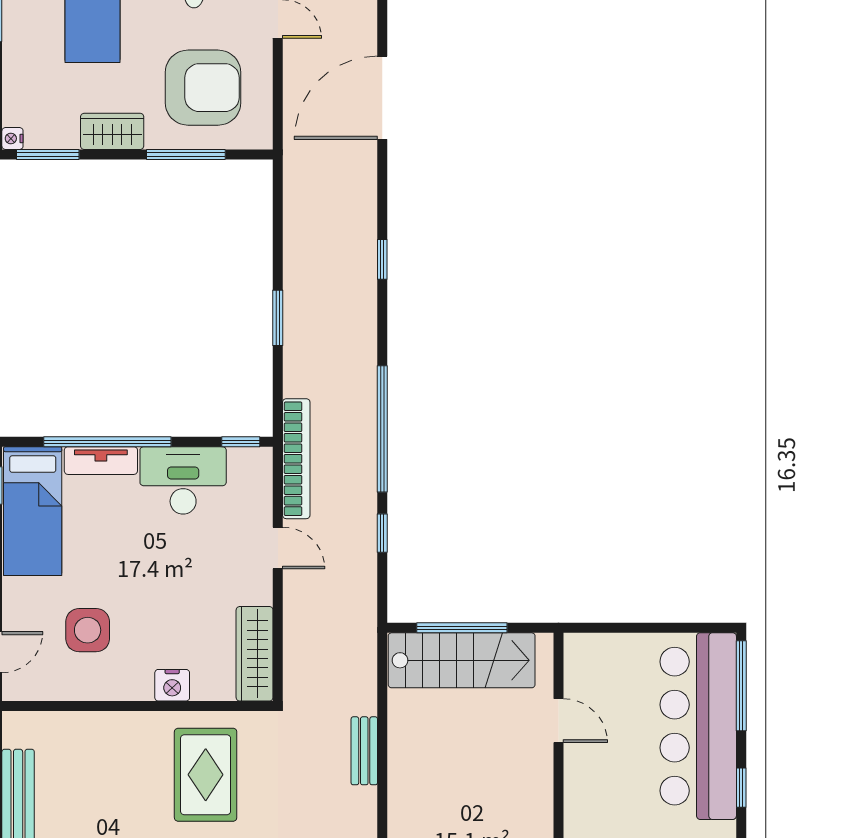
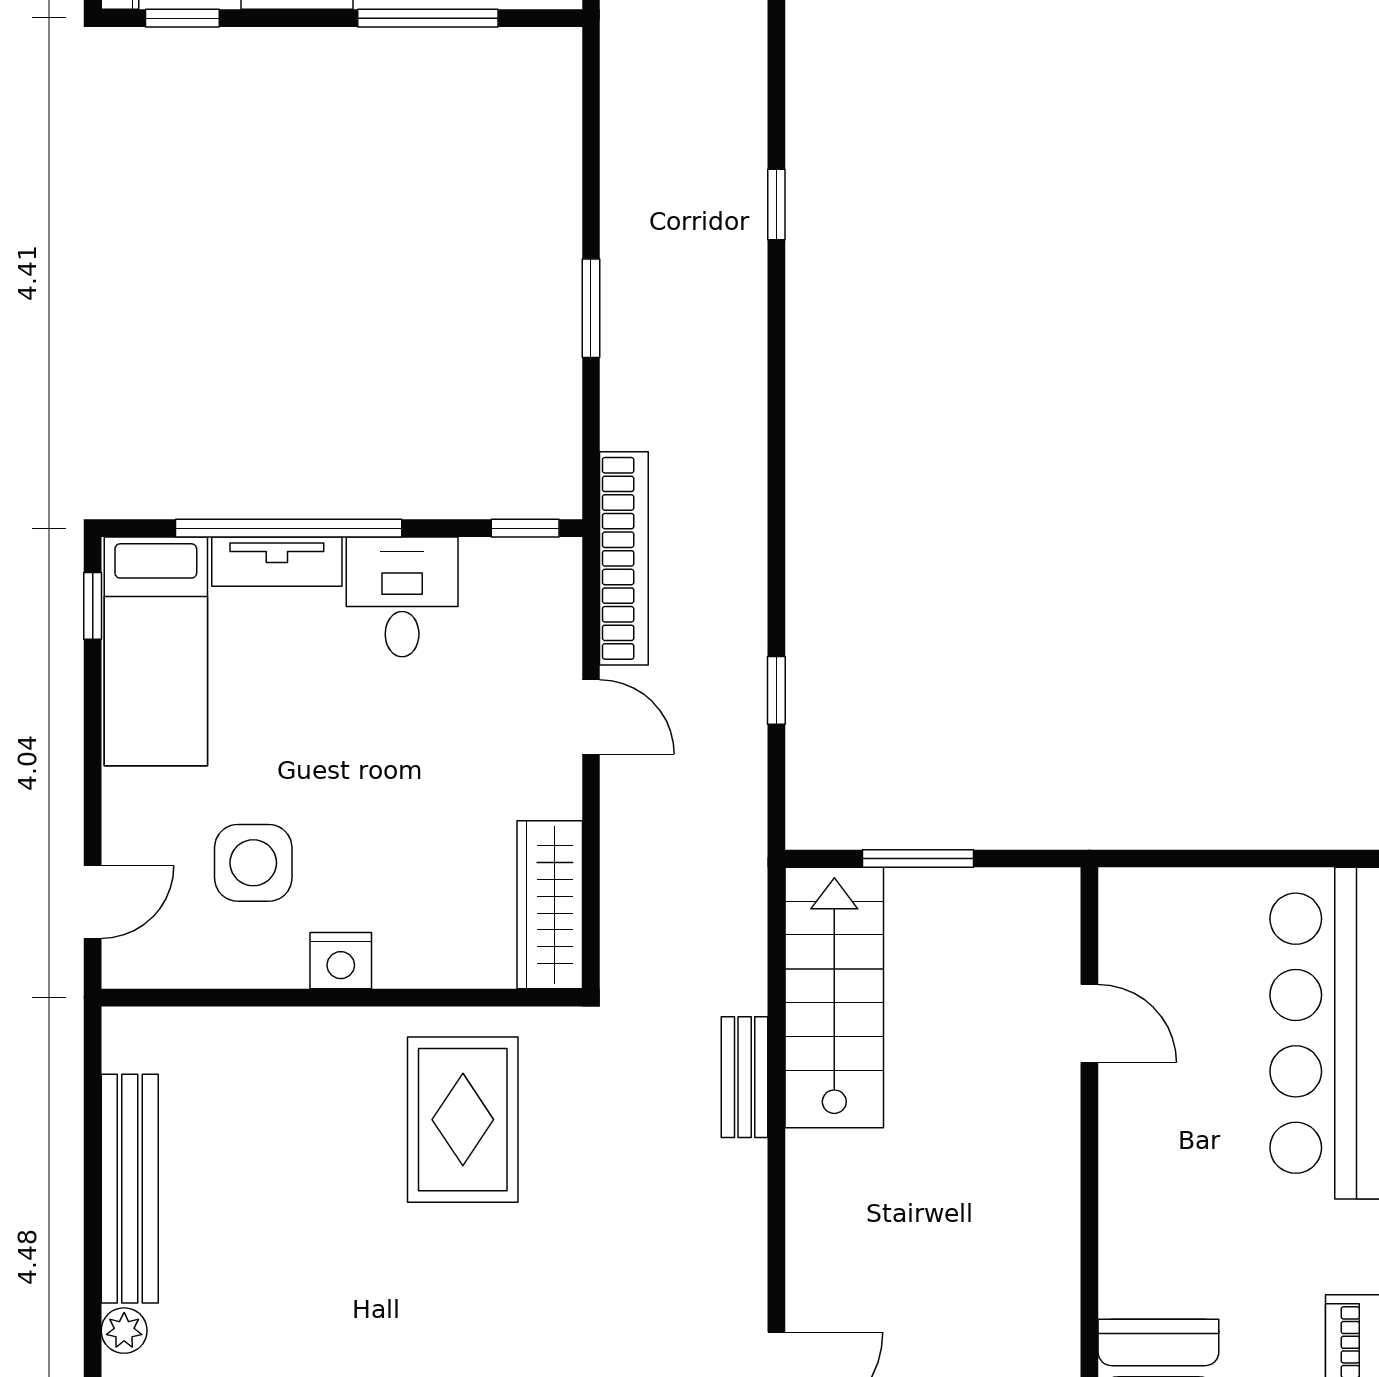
window: (48, 155) -> (182, 18), width x0.67
window: (382, 429) -> (776, 505), removed
desk: (183, 480) -> (402, 597), width x0.73
window: (462, 628) -> (918, 858), width x0.69
stairs: (462, 660) -> (834, 997), moved, turned -90
nightstand: (172, 685) -> (341, 961), moved

